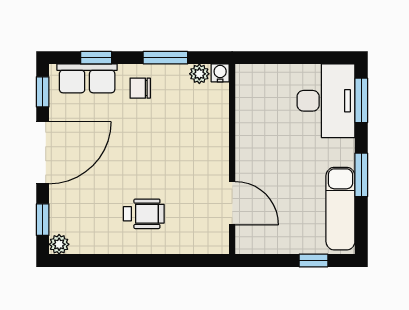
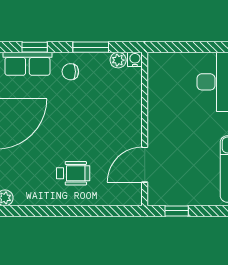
door: (232, 203) -> (145, 165), swing flipped
window: (313, 261) -> (177, 211), moved

